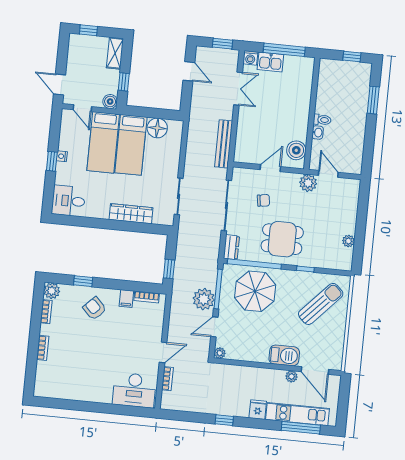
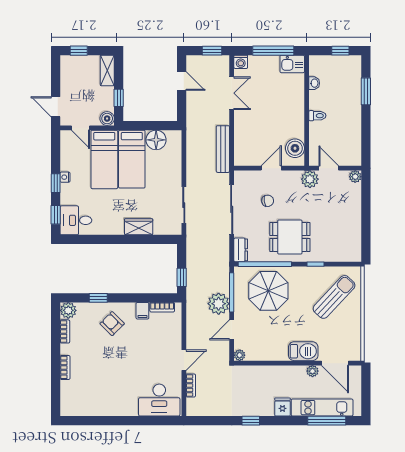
kitchen sink: (270, 62) -> (292, 64), moved
washbasin: (318, 132) -> (314, 83), moved
window: (49, 193) -> (56, 215), added
wardrobe: (131, 214) -> (139, 227), width x0.67
plant: (348, 241) -> (355, 177), moved

